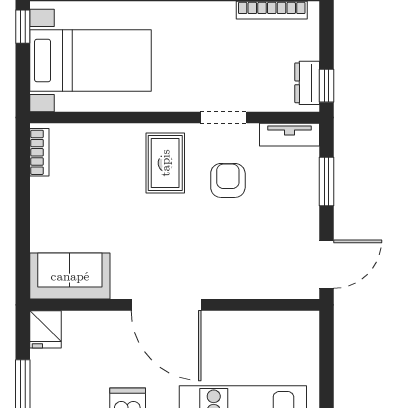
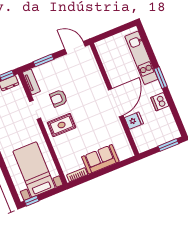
sofa: (70, 276) -> (100, 159), moved, turned 90
fridge: (45, 329) -> (134, 121), moved

